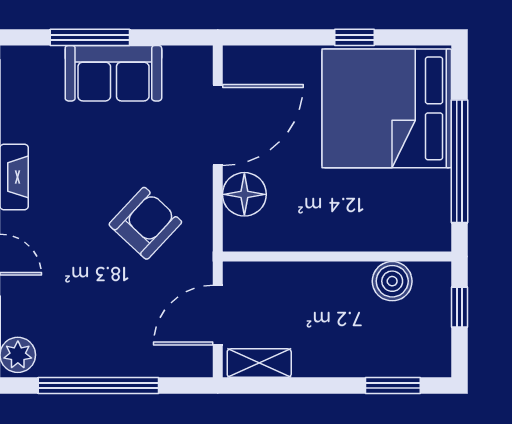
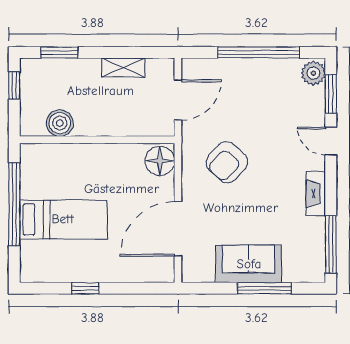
bed: (387, 108) -> (63, 219), width x0.49
floor lamp: (244, 194) -> (160, 161), moved
window: (459, 307) -> (14, 86), moved
shelving: (259, 363) -> (123, 68), moved

